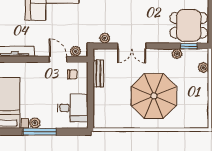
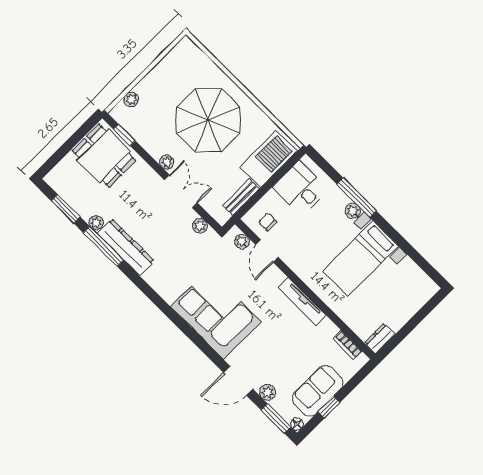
plant: (177, 54) -> (167, 162), moved
barbecue: (104, 106) -> (268, 159), added

